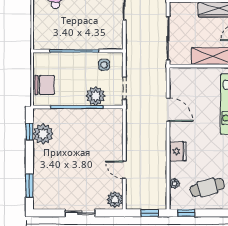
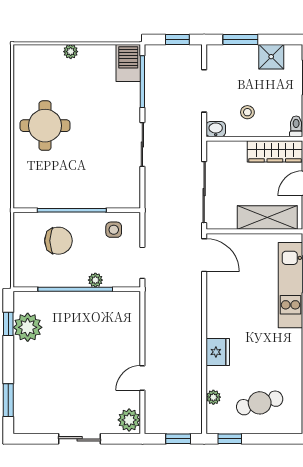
chair: (45, 85) -> (58, 241), moved
plant: (96, 96) -> (95, 280), width x0.53, depth x0.53
door: (168, 110) -> (204, 255), moved
door: (124, 170) -> (142, 378), hinge flipped

